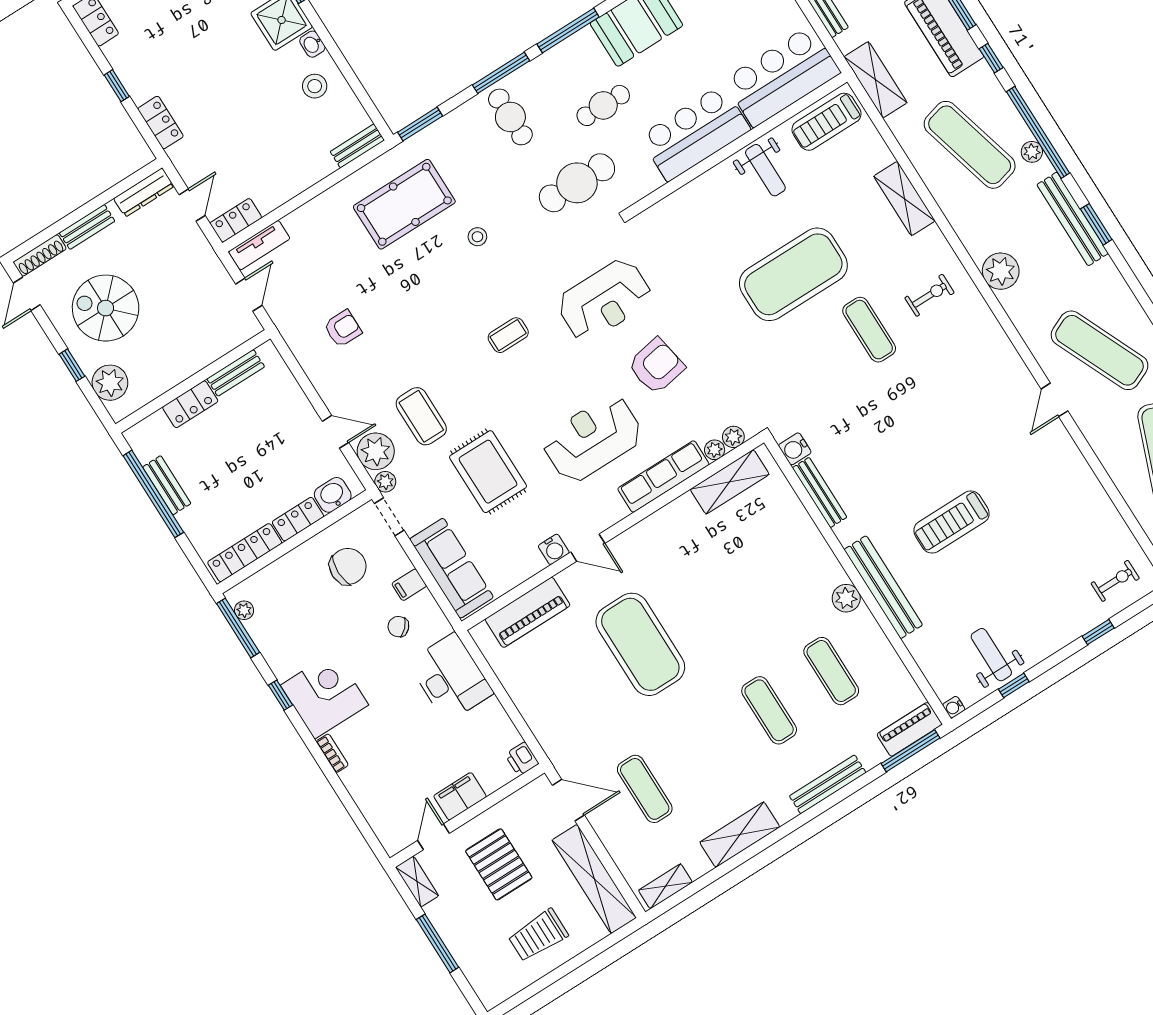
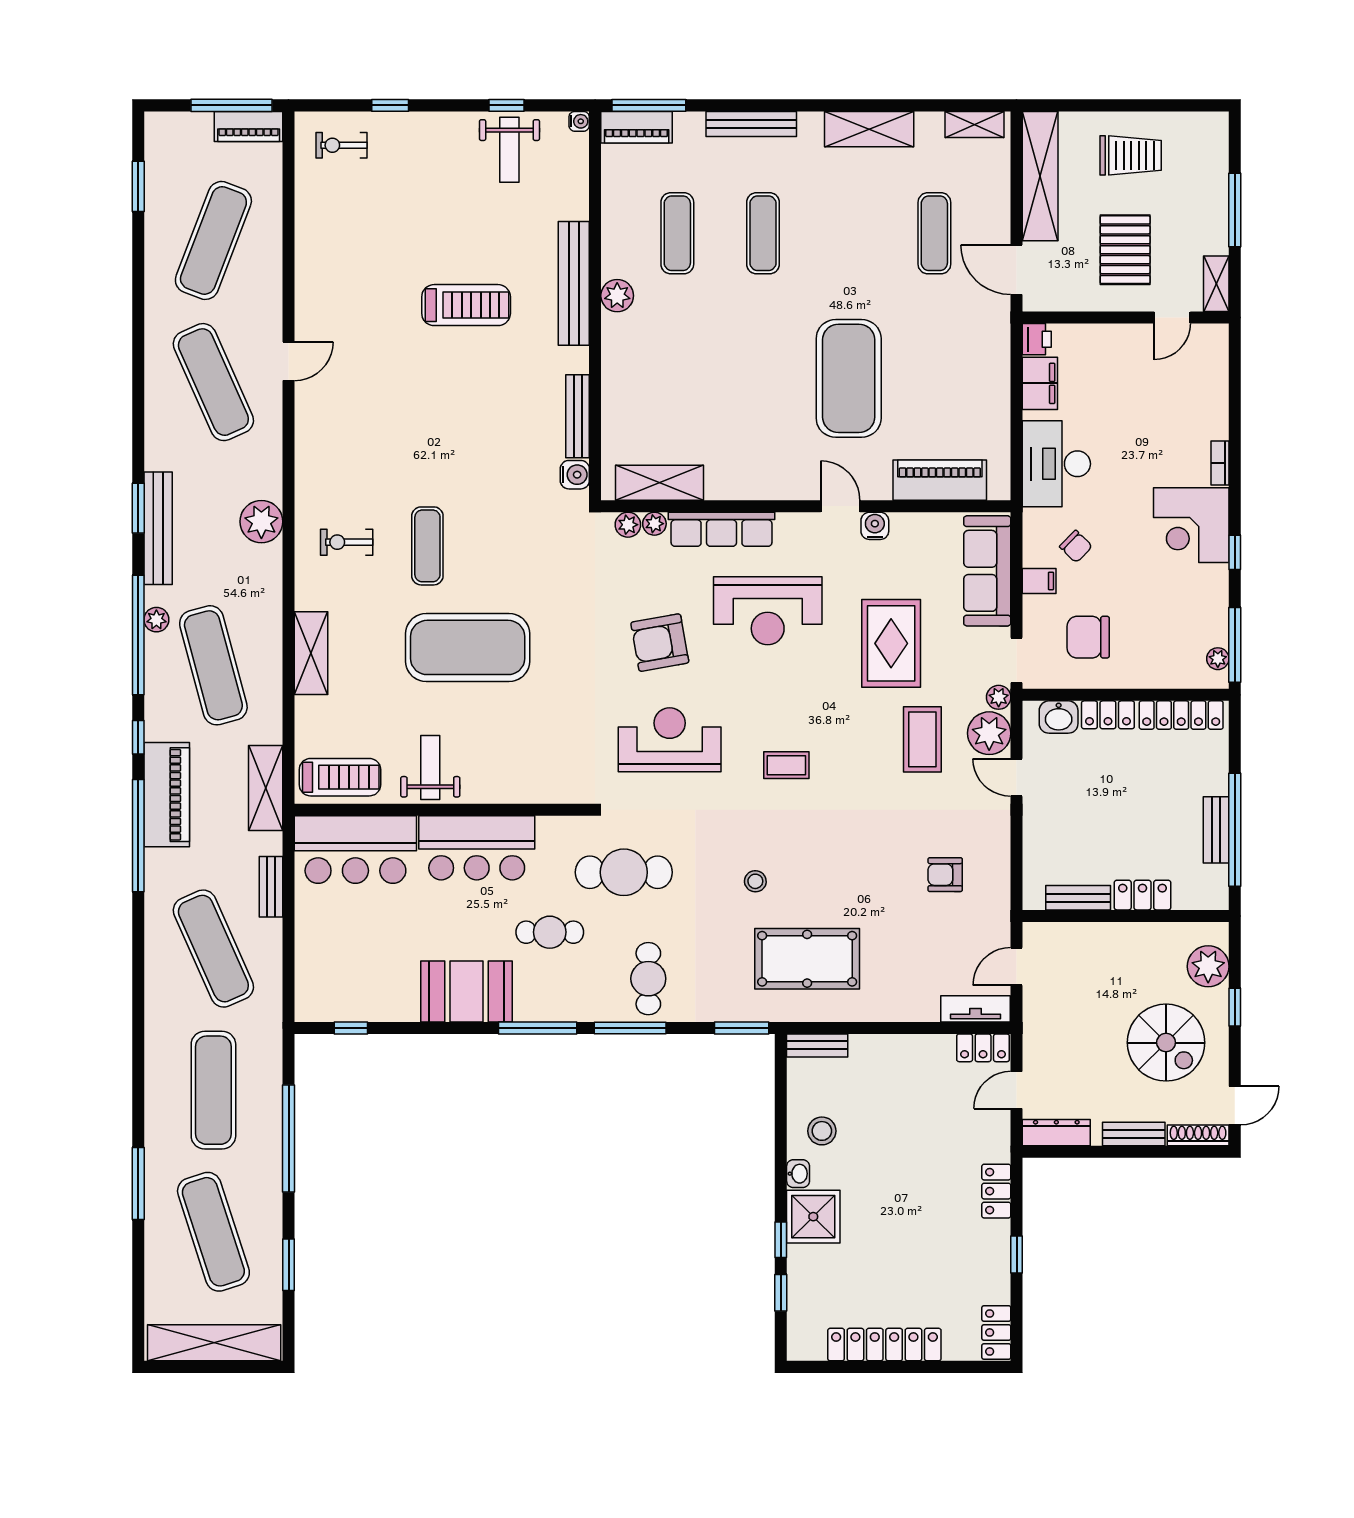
filing cabinet: (460, 796) -> (1040, 383), moved, turned -90

